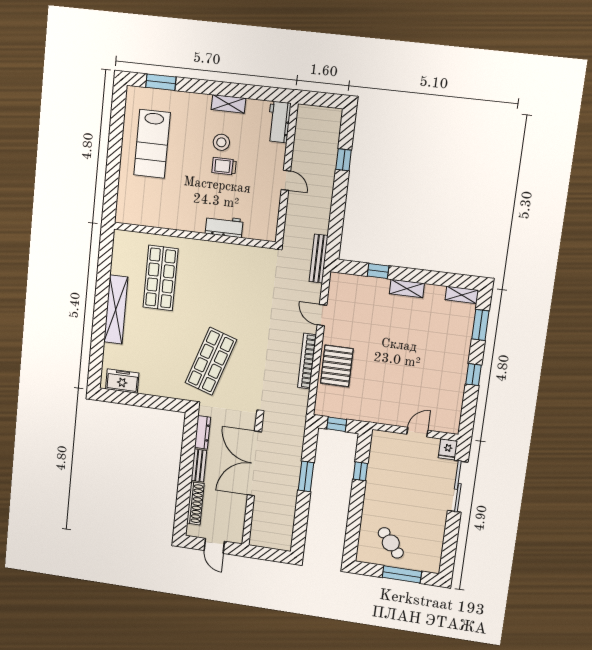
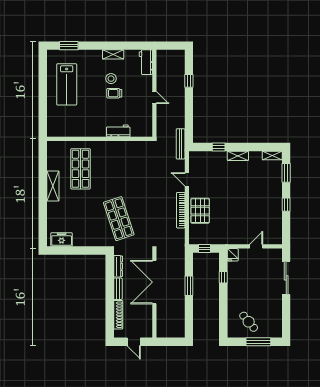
shelving: (116, 310) -> (53, 186), width x0.68
shop shelf: (211, 361) -> (119, 219), turned -36
fridge: (448, 449) -> (233, 255), moved

